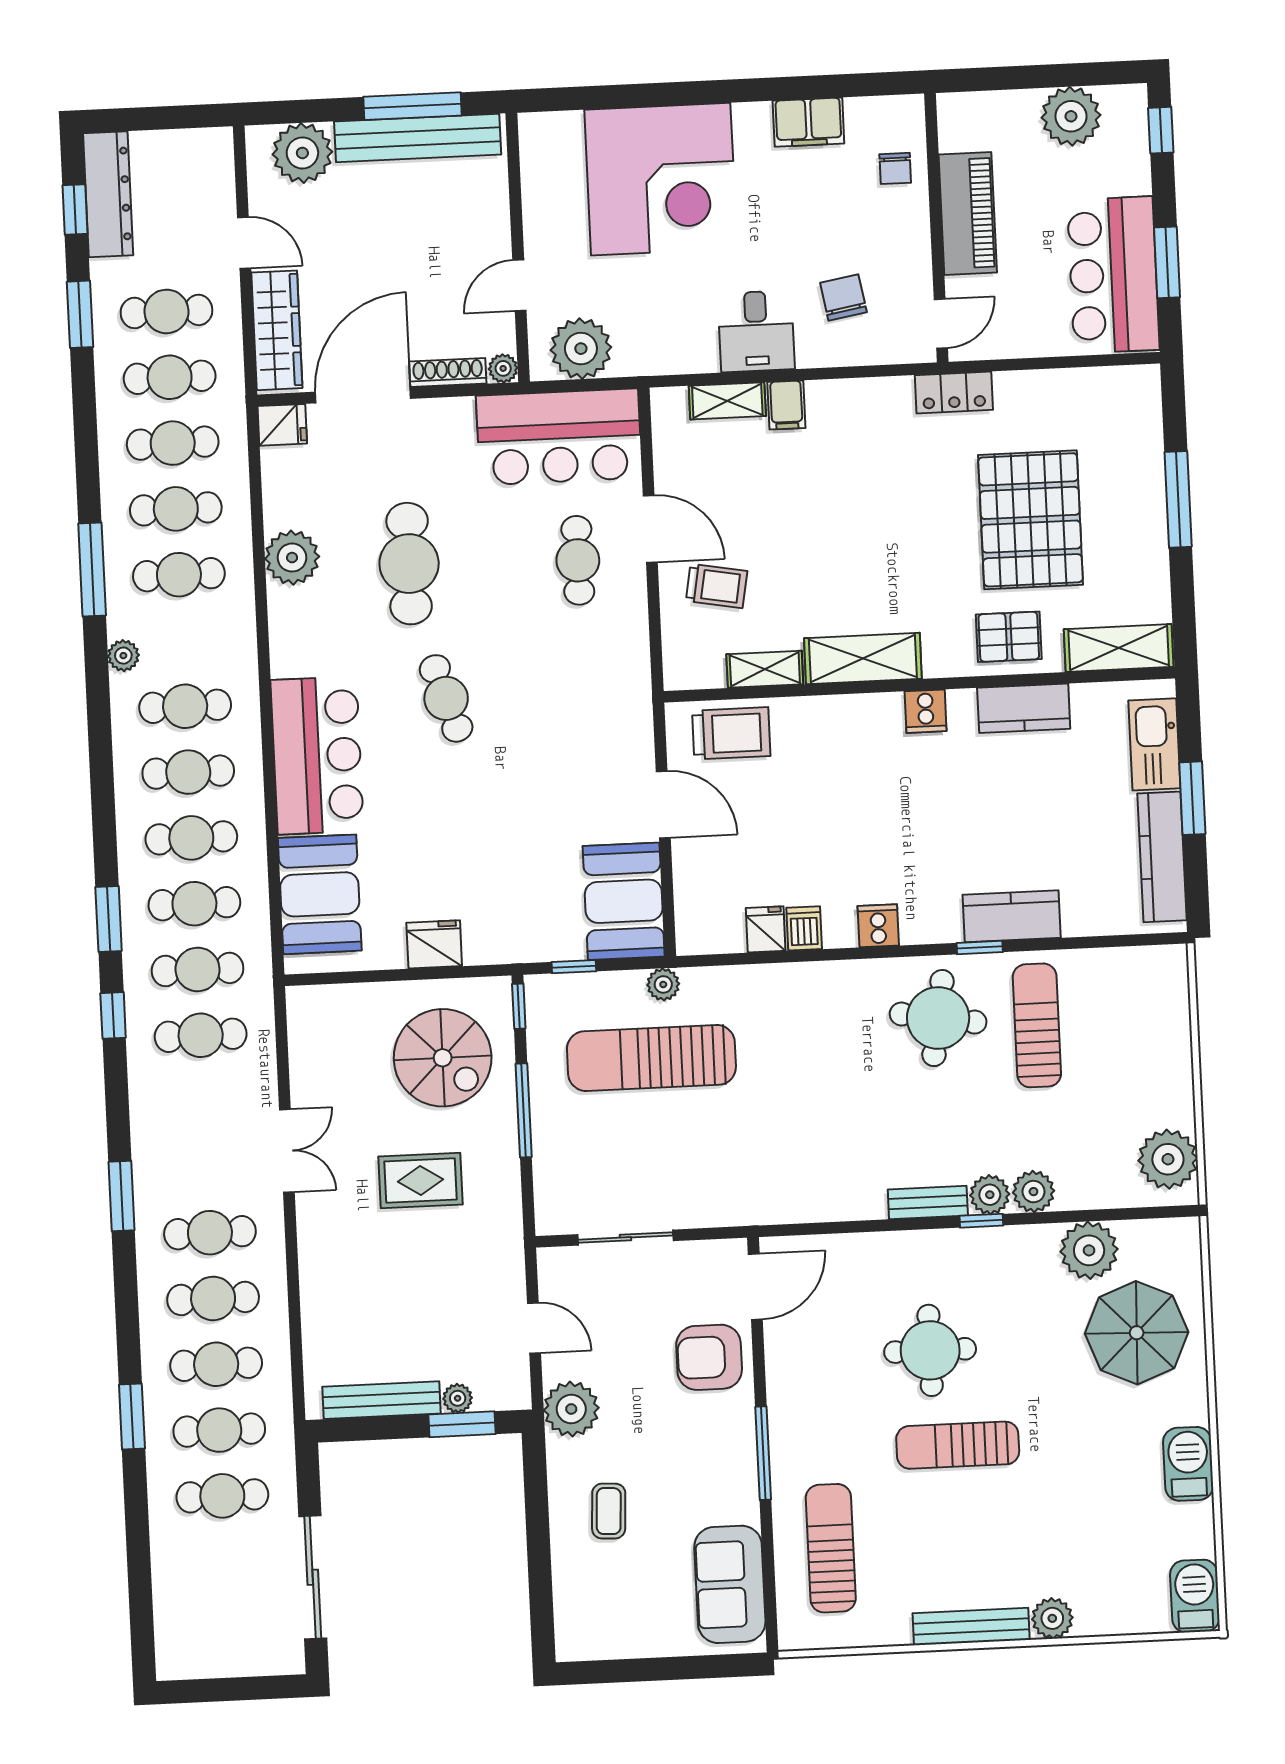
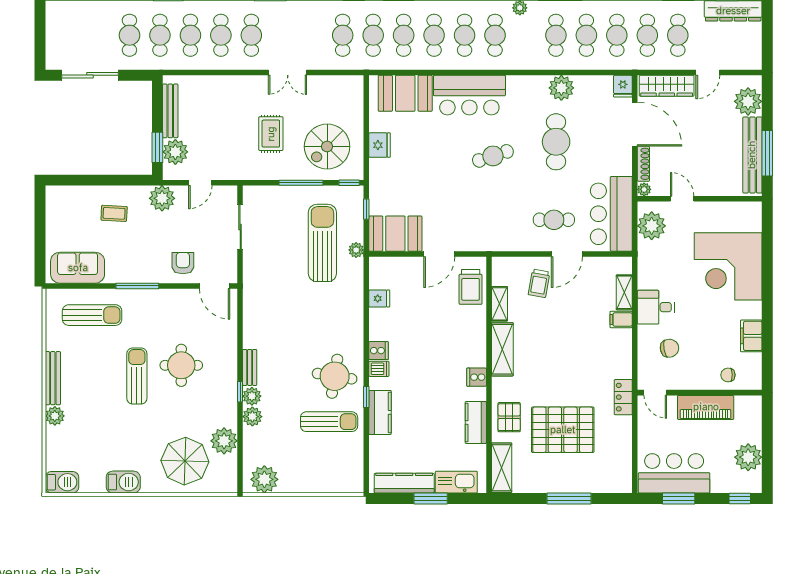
cafe table: (409, 564) -> (556, 142), turned 90
dishwasher: (804, 928) -> (379, 369), moved
armchair: (709, 1357) -> (183, 263), width x0.72, depth x0.72
plant: (458, 1398) -> (175, 152), width x1.88, depth x1.88

